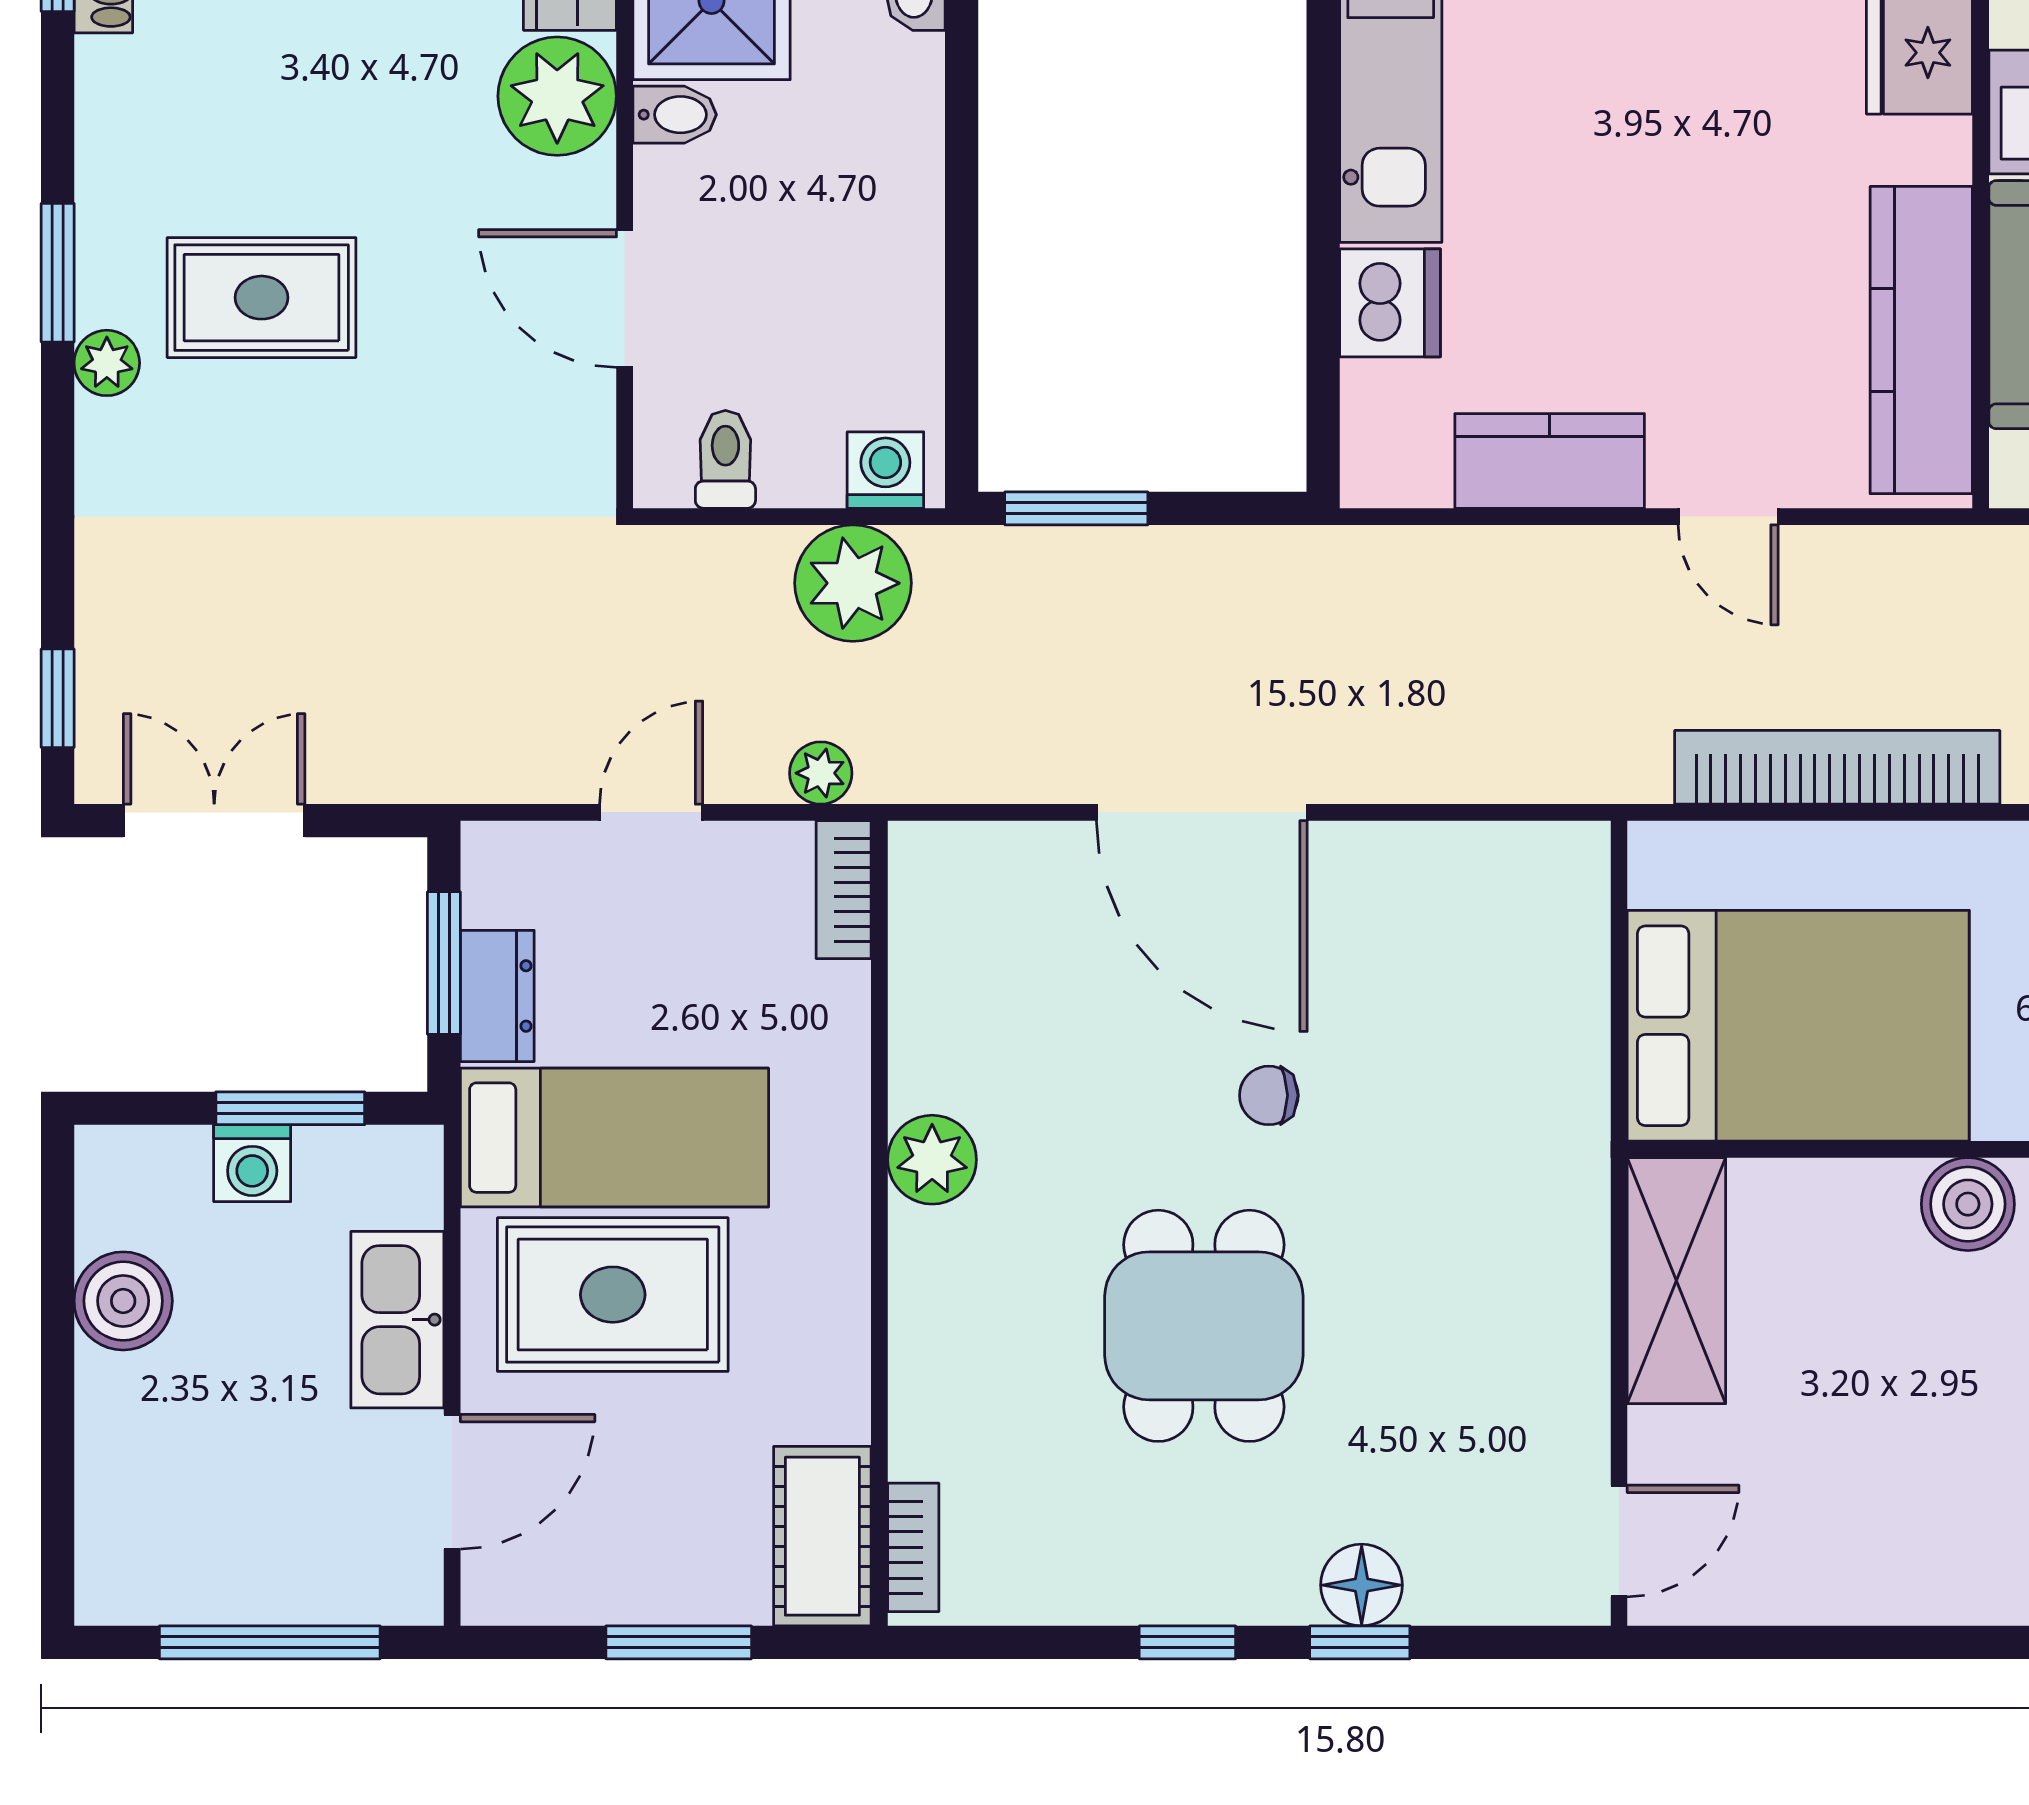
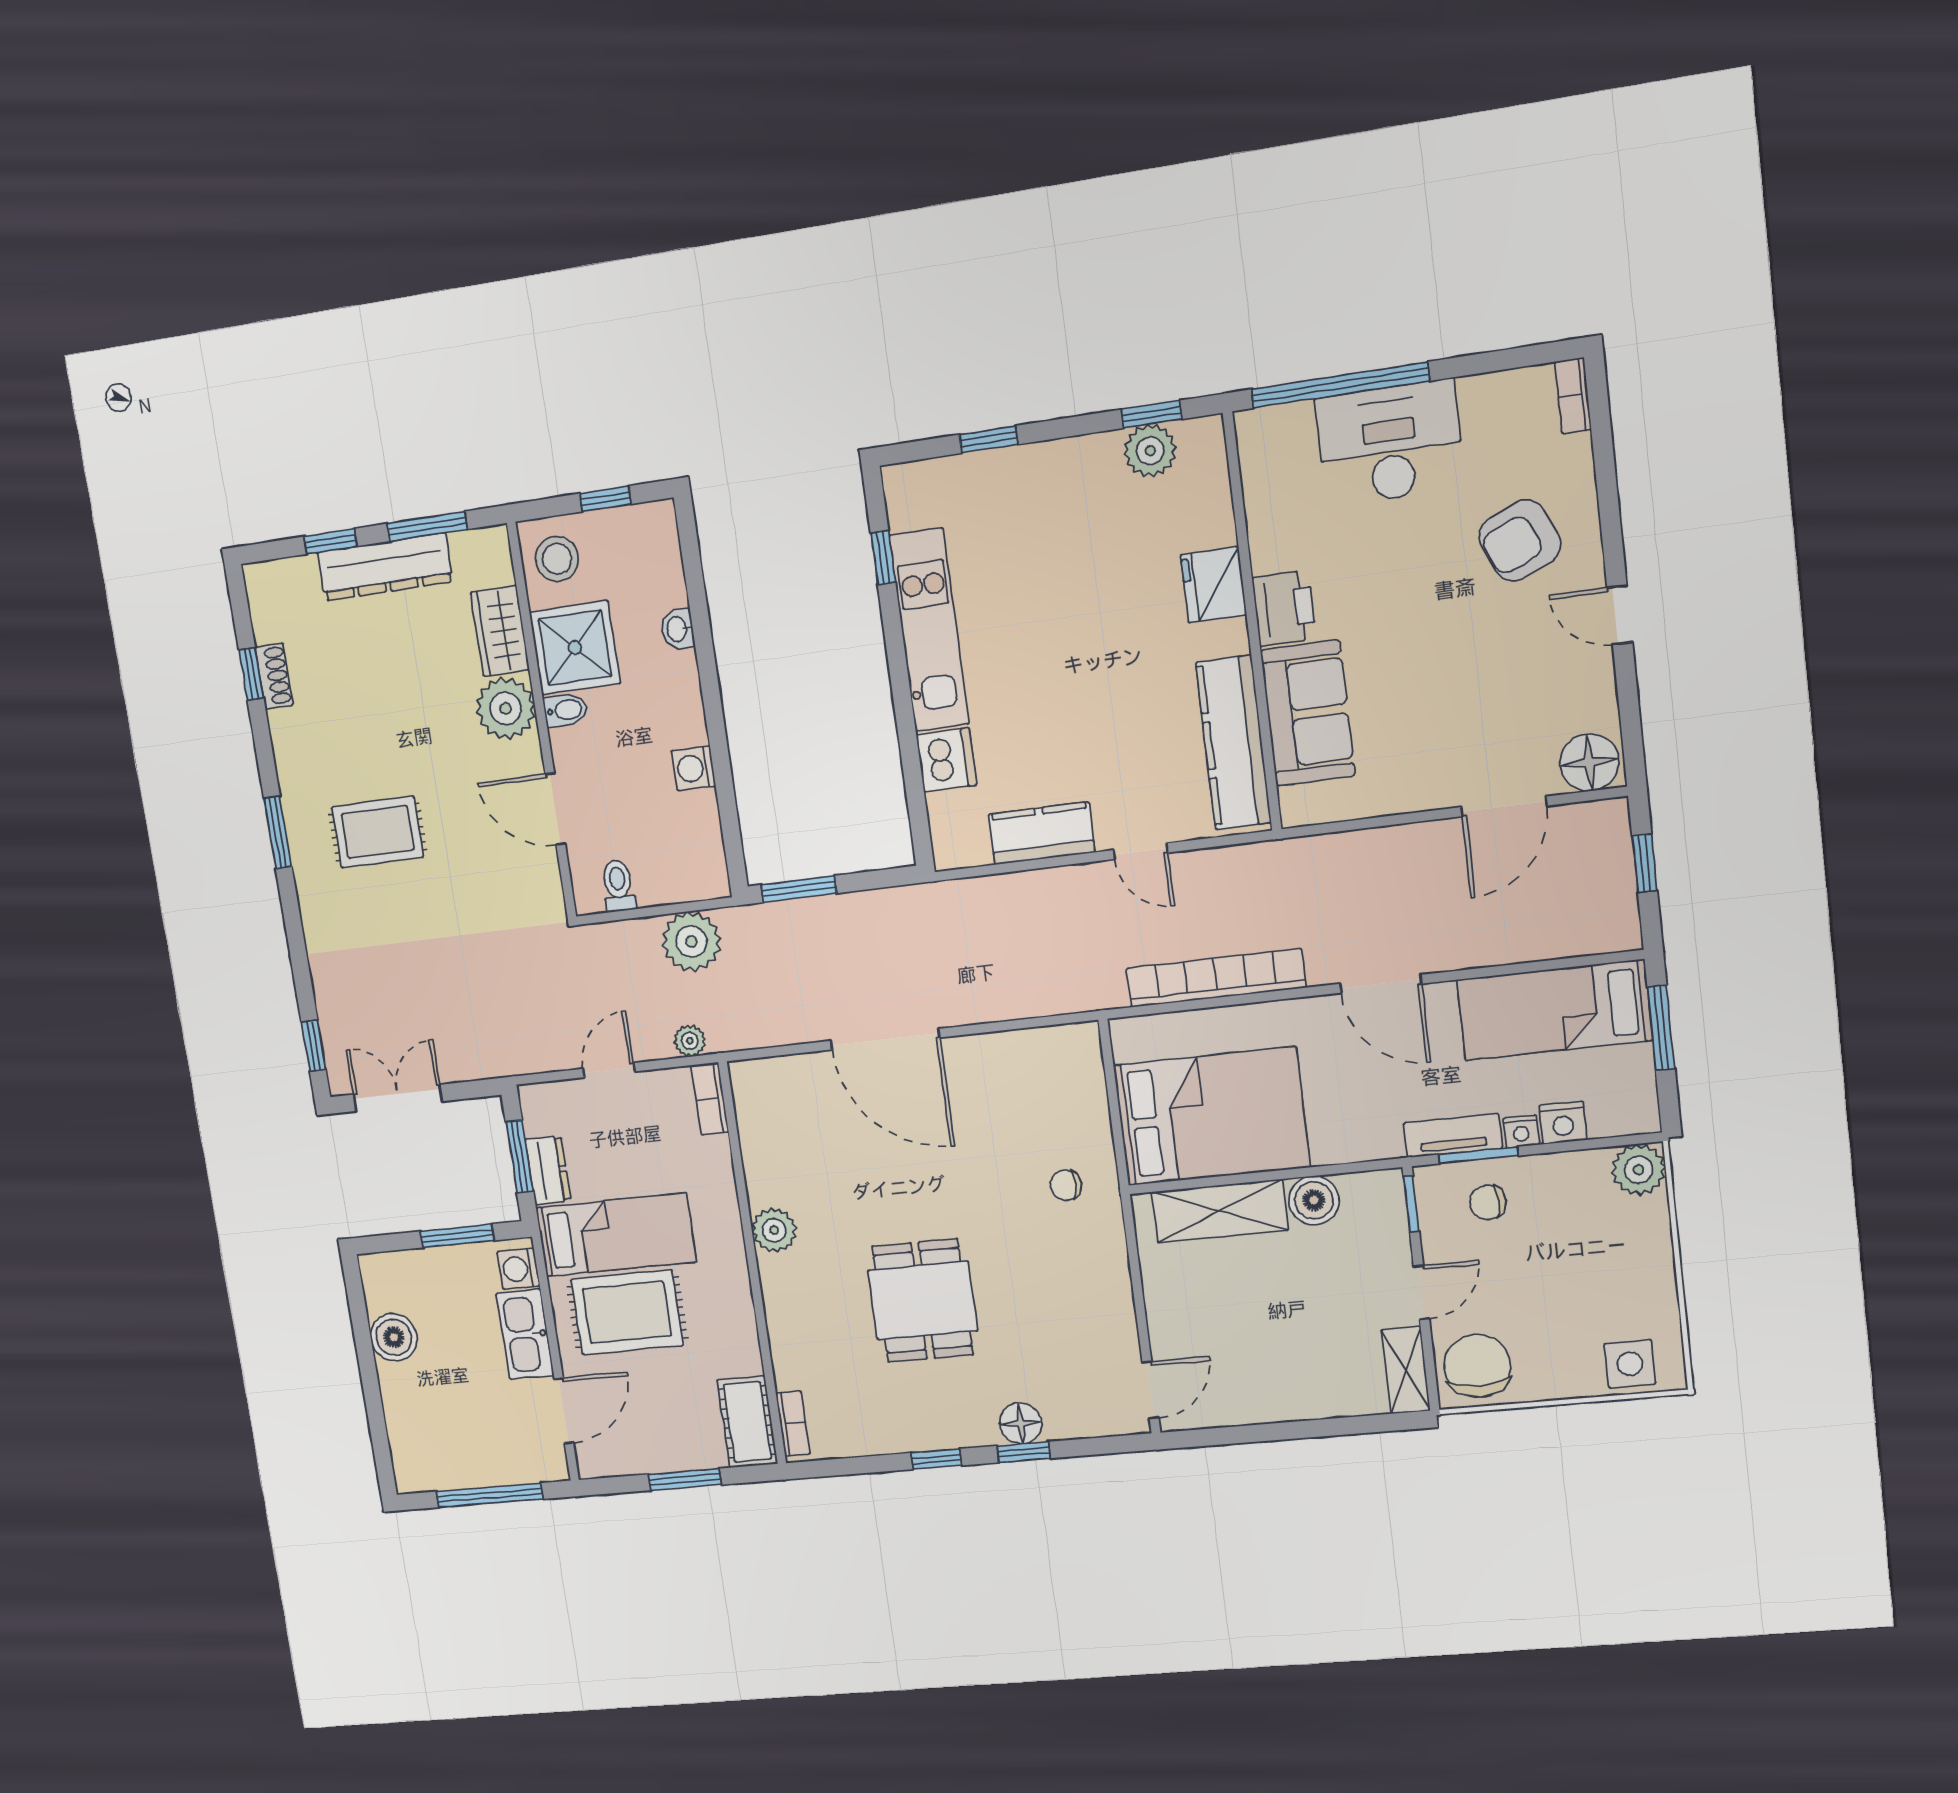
plant: (107, 363) -> (309, 875), removed
washing machine: (885, 470) -> (693, 768), moved, turned -90
chair: (1269, 1095) -> (1066, 1185), moved
washing machine: (252, 1163) -> (518, 1269), moved, turned 90
shelving: (1676, 1281) -> (1220, 1211), moved, turned 90

